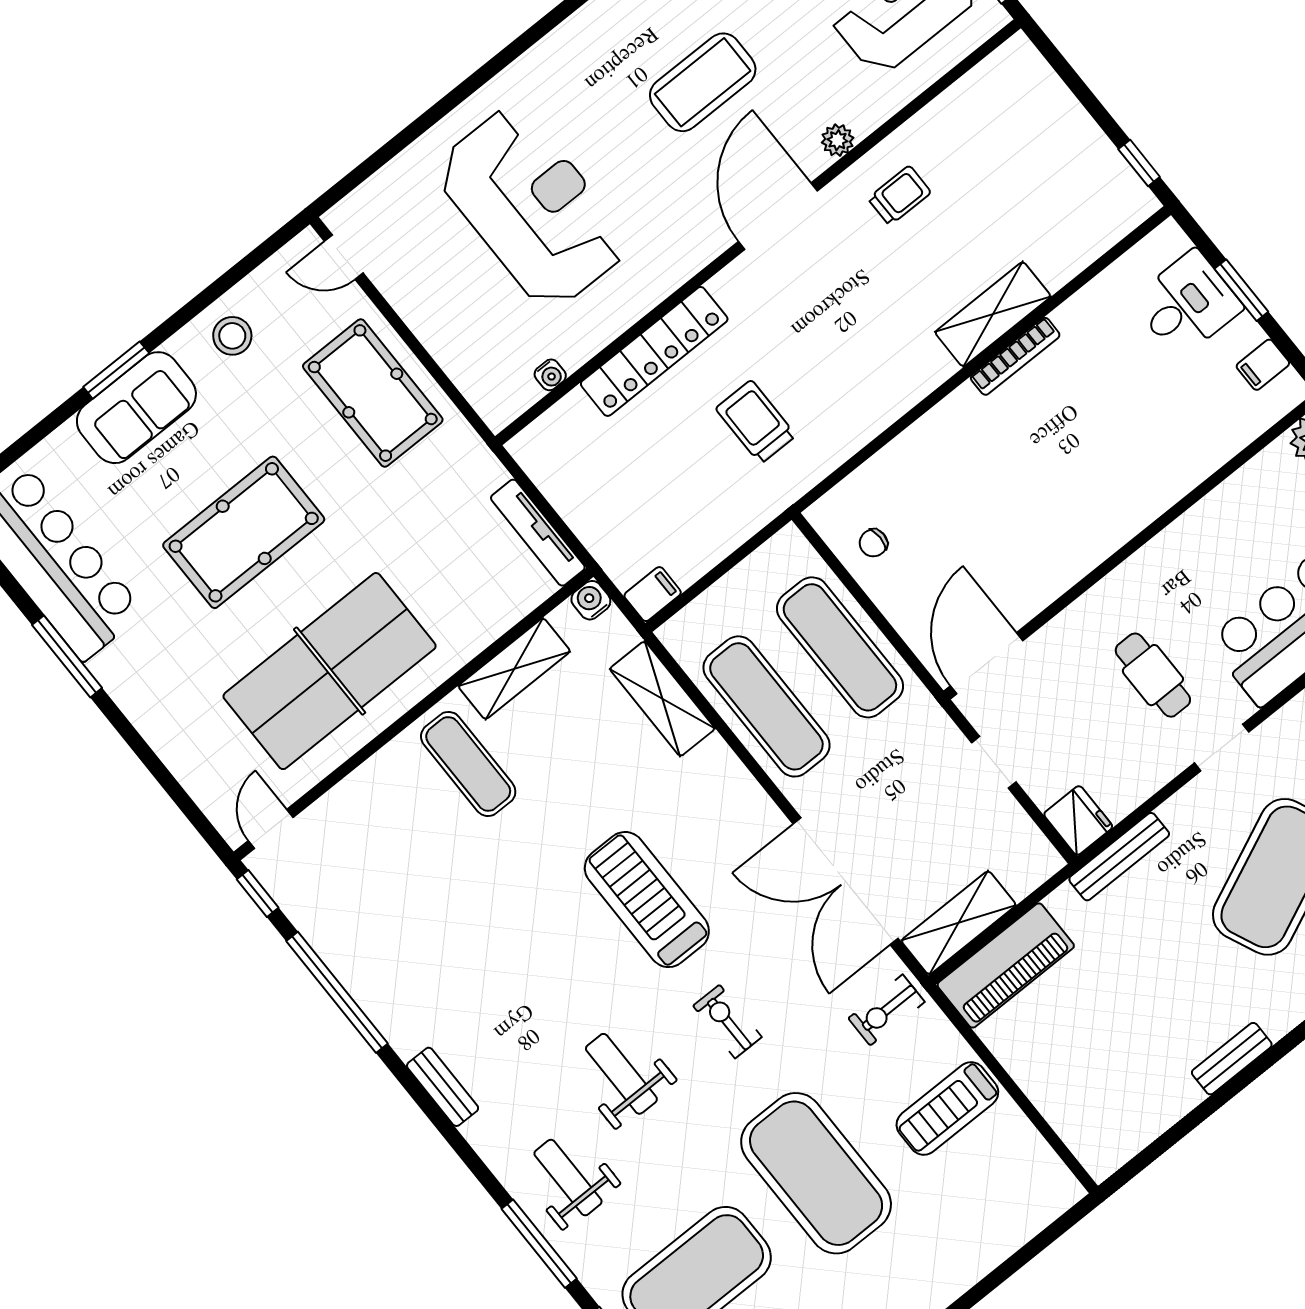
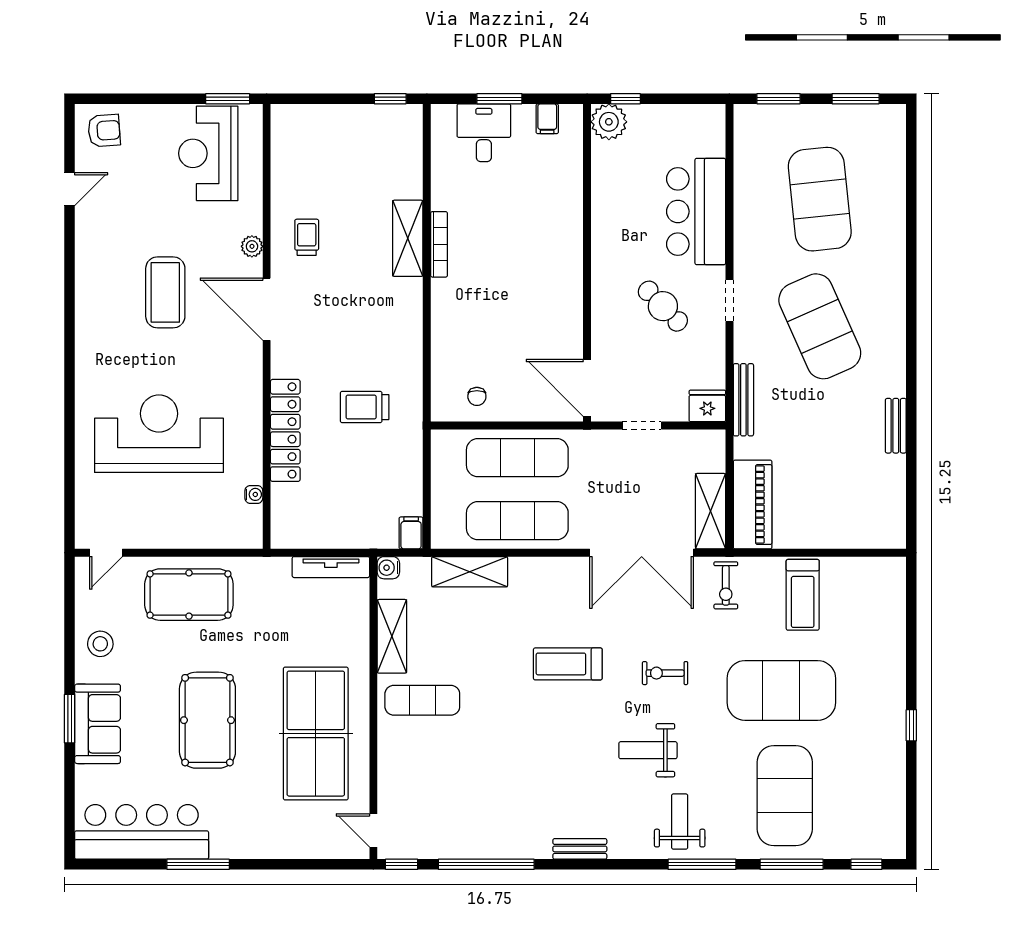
cafe table: (1153, 675) -> (663, 306), turned 46
treadmill: (647, 900) -> (568, 664), width x0.73, depth x0.73
weight bench: (568, 1178) -> (680, 822), turned 90

